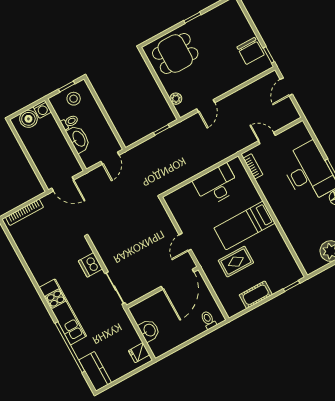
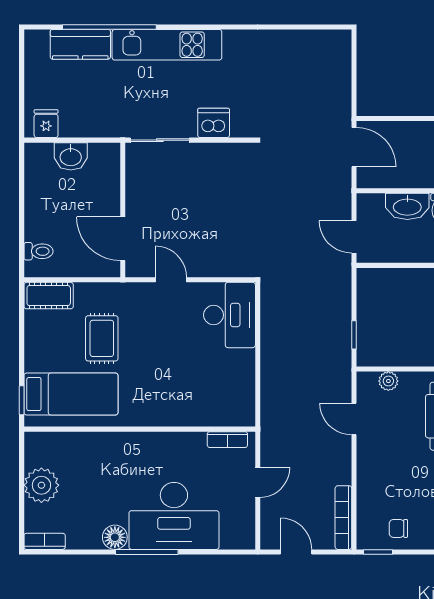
chair: (251, 51) -> (398, 528), width x0.54, depth x0.54
door: (286, 87) -> (296, 552), moved
door: (63, 184) -> (354, 147), swing flipped
desk: (216, 185) -> (229, 315), moved
bookcase: (24, 212) -> (343, 518), moved
bed: (245, 226) -> (71, 394), moved, turned 90
door: (178, 279) -> (123, 239), width x0.73
cot: (256, 295) -> (49, 296), moved, turned 90
kitchen counter: (95, 371) -> (80, 44), moved

